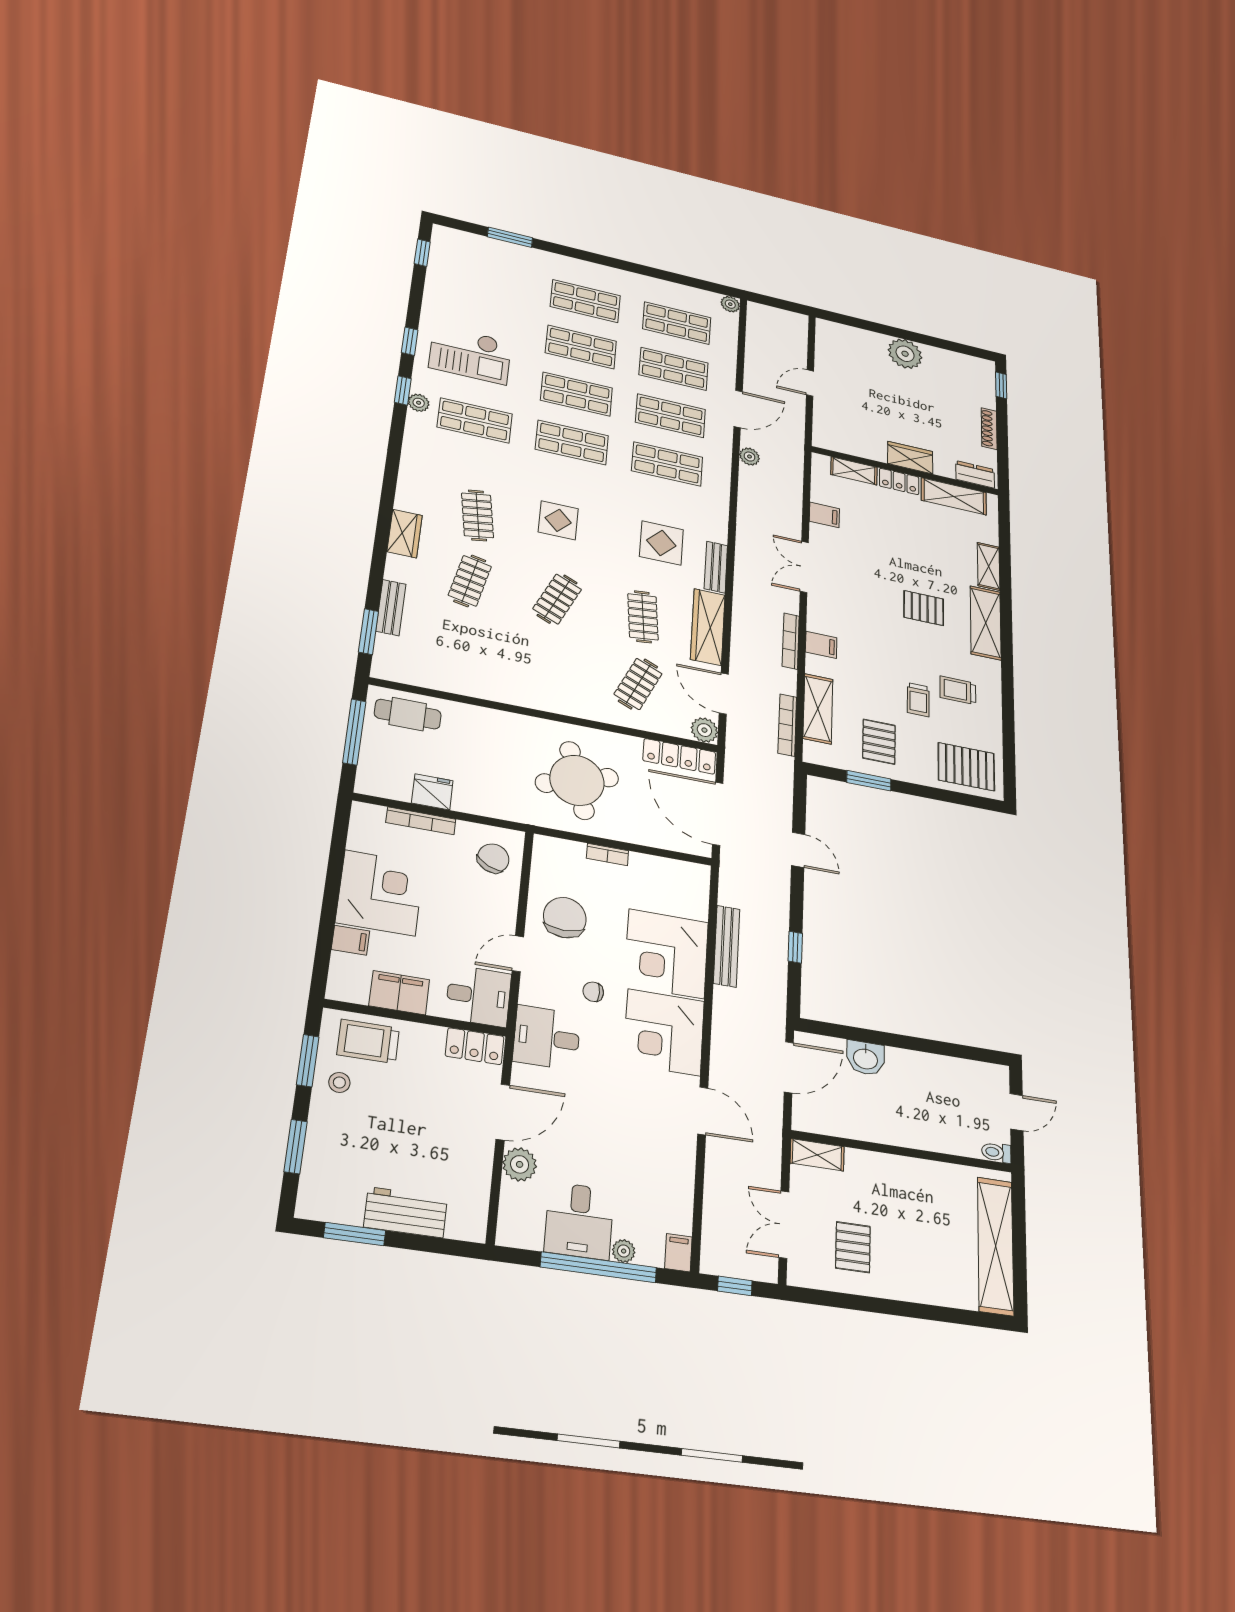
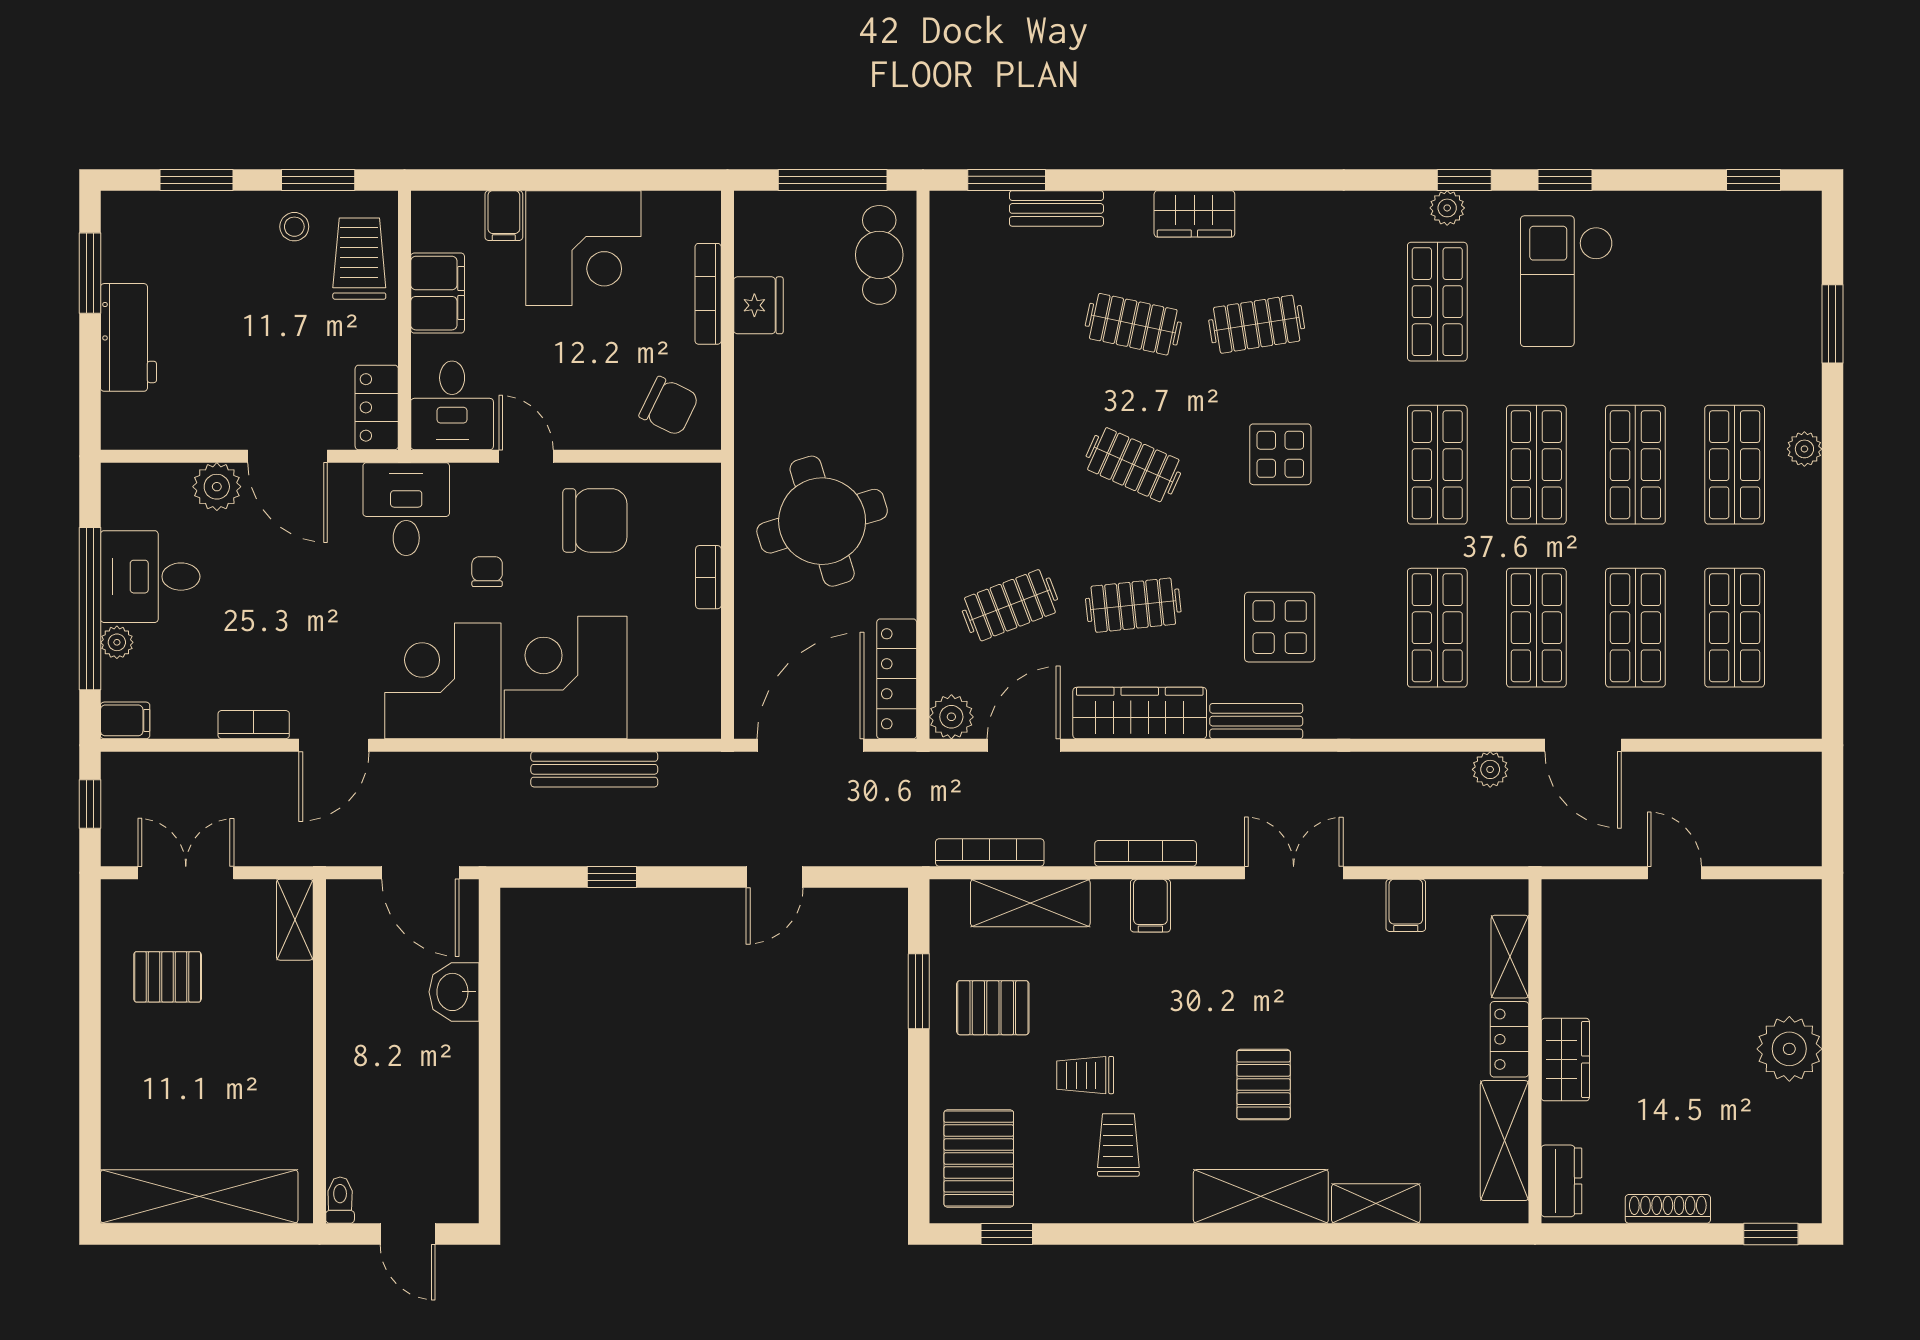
plant: (730, 304) -> (1804, 449), moved
clothes rail: (638, 684) -> (1010, 605), turned -45
window: (1009, 760) -> (1007, 1234), added
bookcase: (686, 1163) -> (254, 725), added

